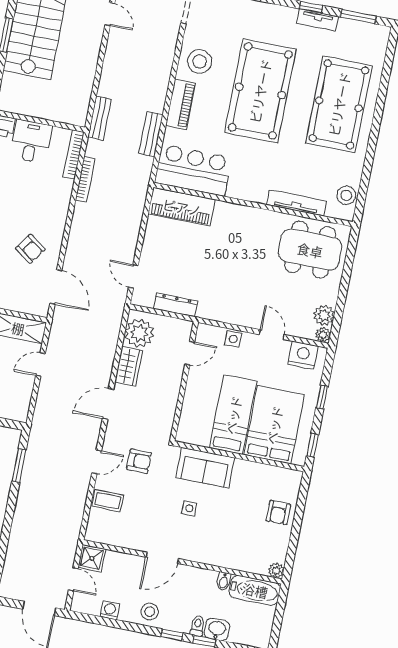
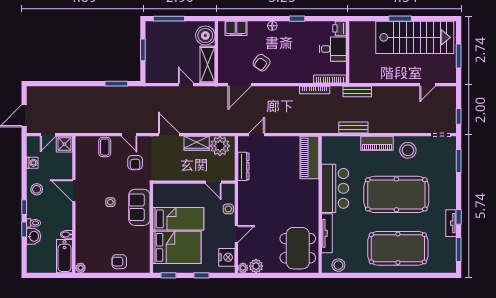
bar counter: (193, 170) -> (335, 188), moved

